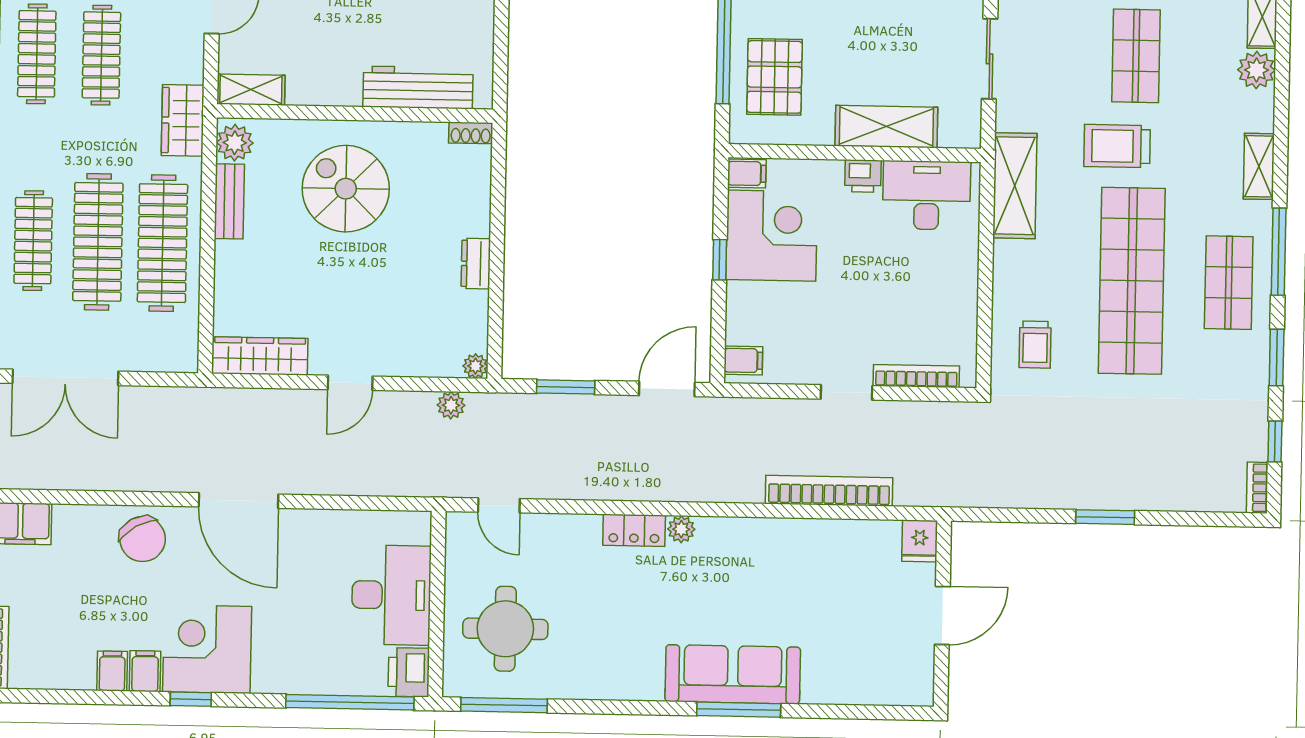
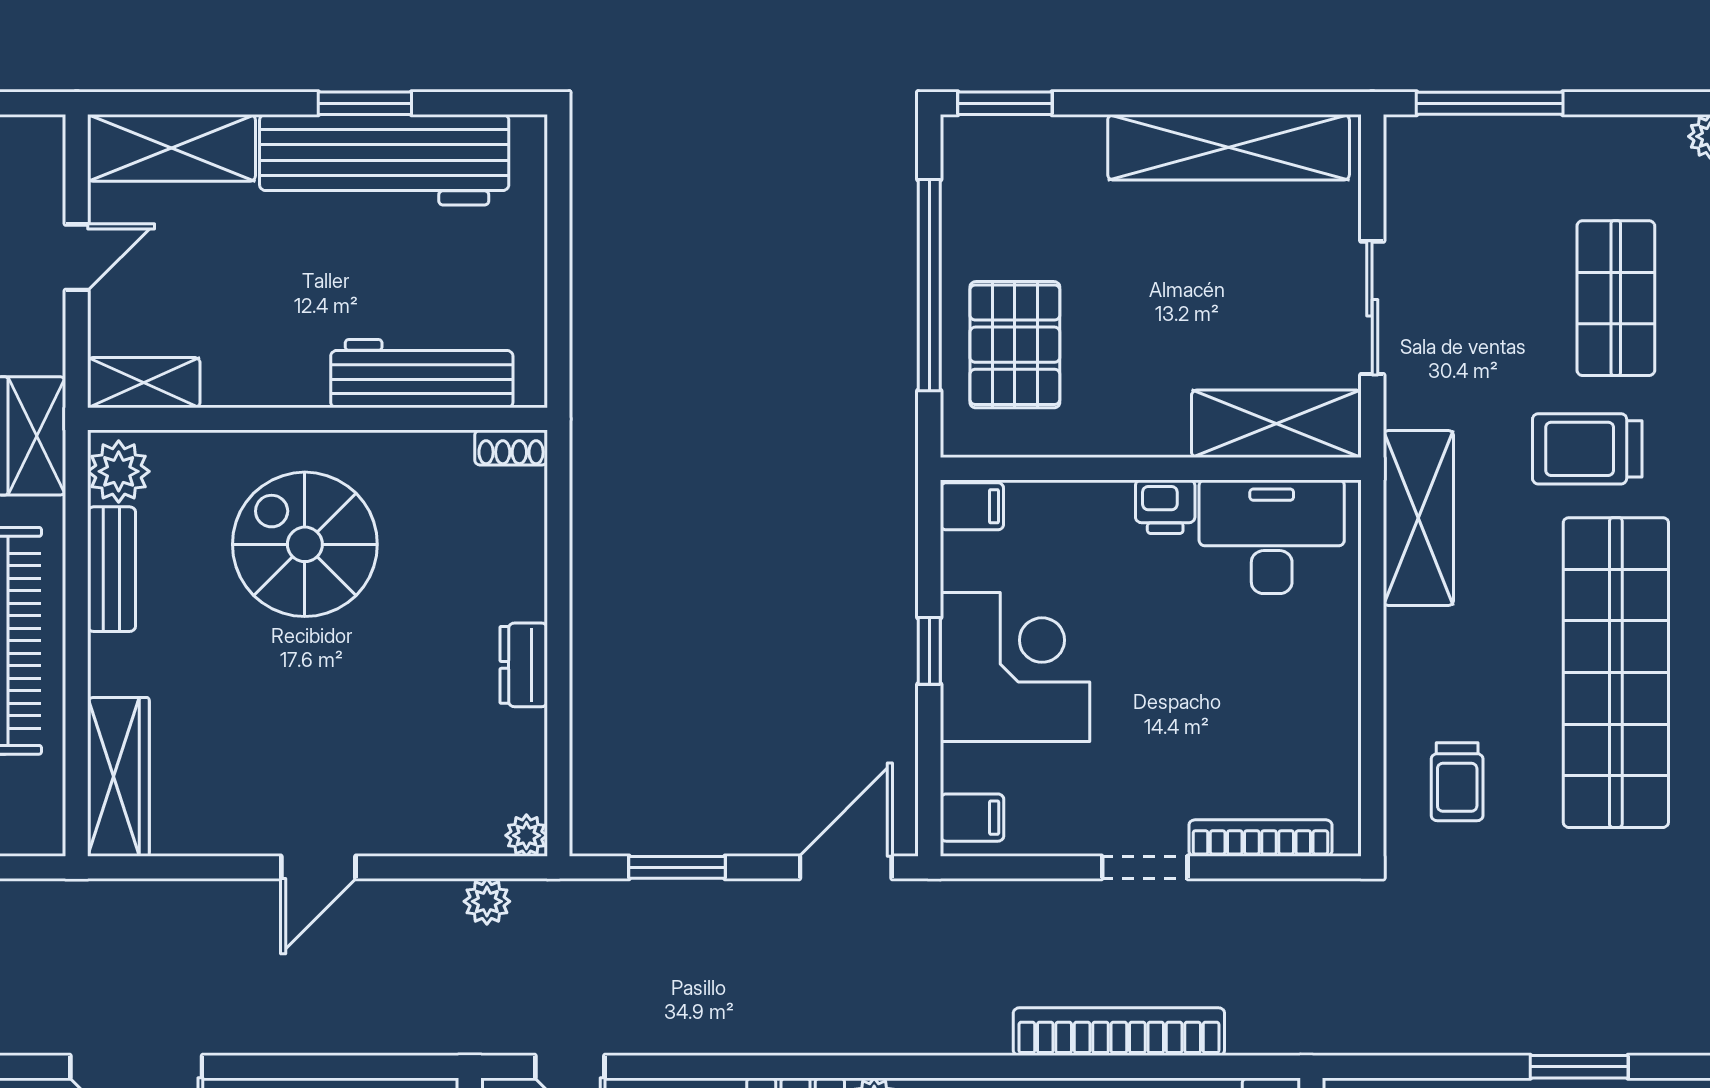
shelving: (886, 127) -> (1276, 424), moved
corner desk: (772, 236) -> (1015, 667), moved
wardrobe: (260, 356) -> (118, 777), moved, turned 90

